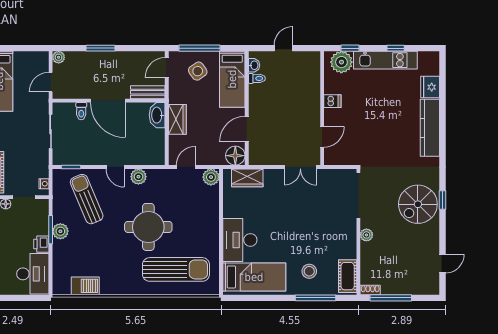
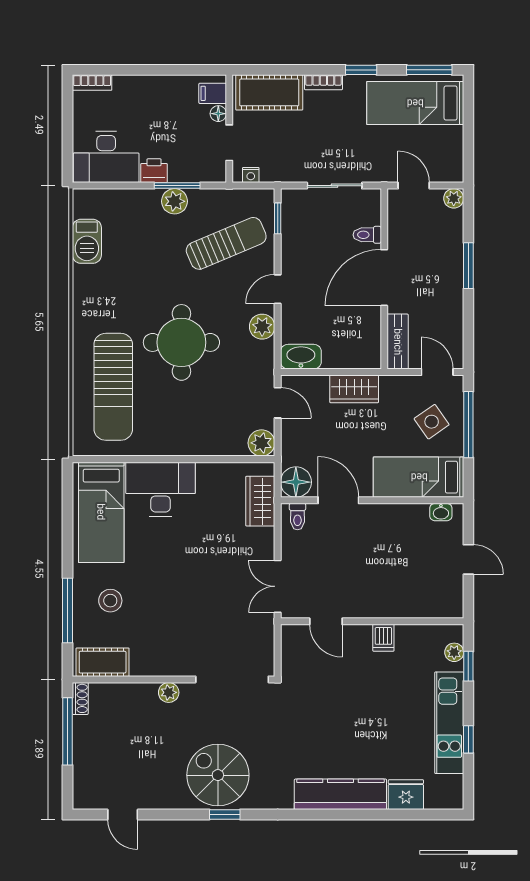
plant: (341, 62) -> (454, 652), width x0.53, depth x0.53
toilet: (257, 78) -> (297, 517), moved
washbasin: (157, 115) -> (301, 357), moved

